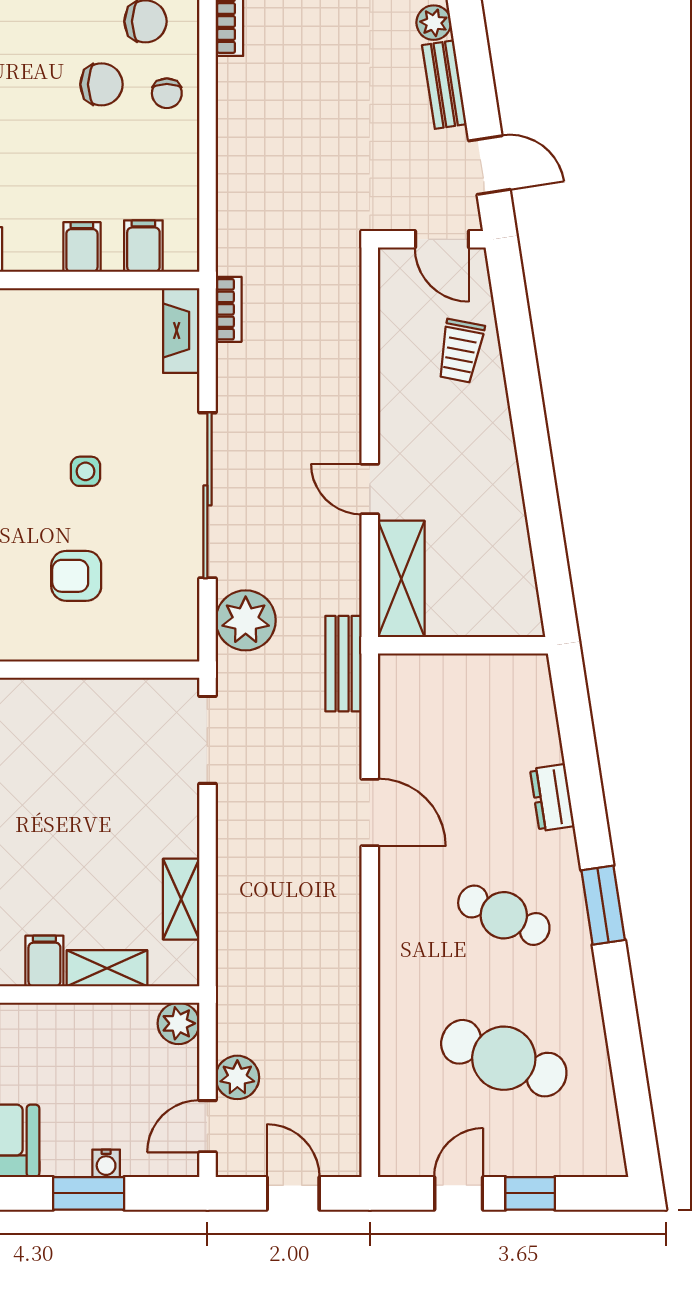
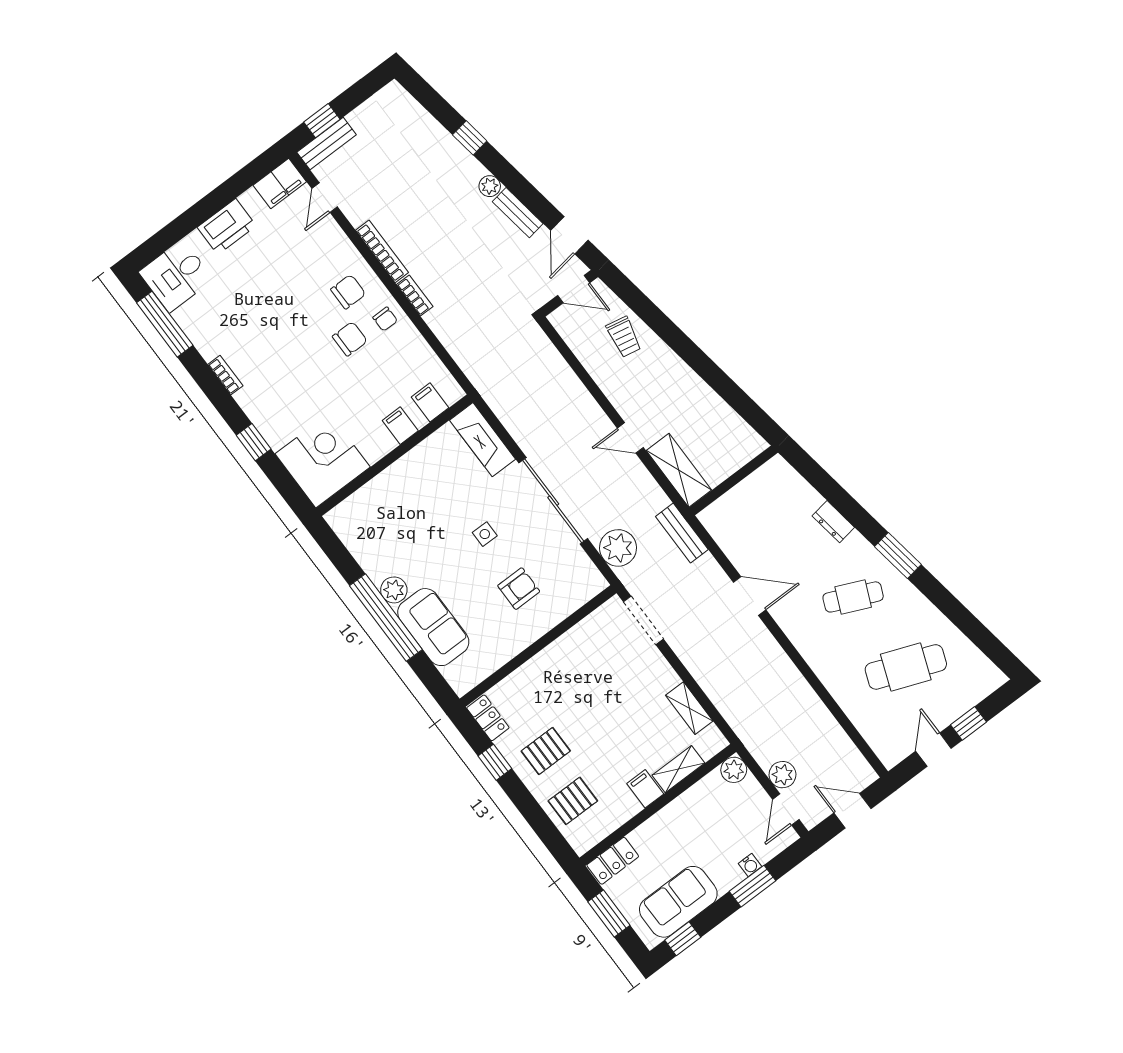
door: (489, 165) -> (569, 235), swing flipped
bookcase: (229, 309) -> (415, 296), moved
fireplace: (181, 330) -> (483, 440), width x1.37, depth x1.32
armchair: (76, 576) -> (519, 589), turned 180

